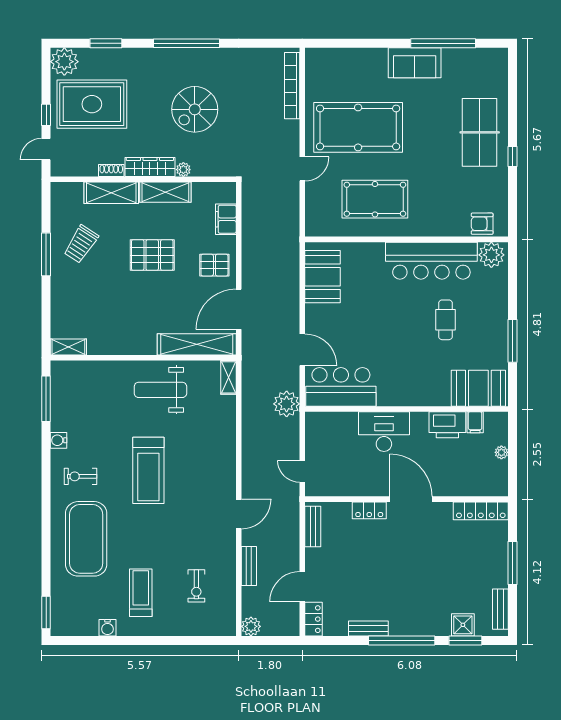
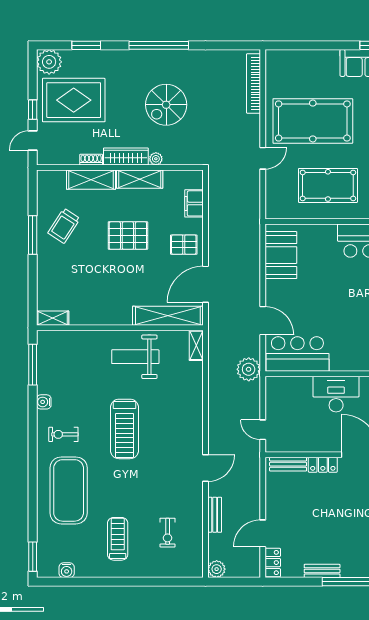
bench: (313, 527) -> (288, 464), moved, turned 90
water cooler: (107, 628) -> (67, 570), moved

